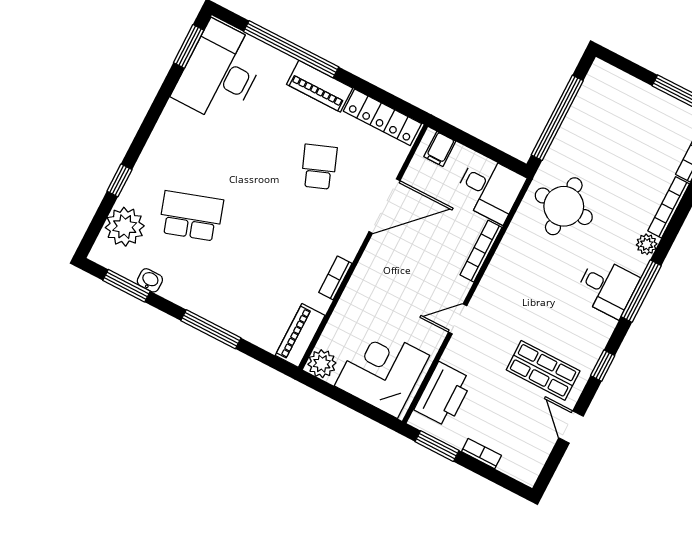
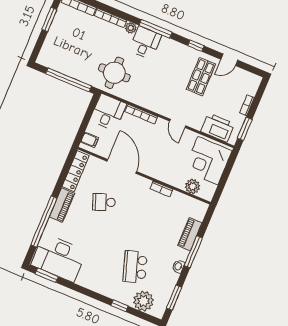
washbasin: (150, 280) -> (178, 266), moved
desk: (607, 287) -> (145, 43), moved
piano: (300, 335) -> (190, 234), moved, turned 90
plant: (322, 364) -> (193, 186), moved

